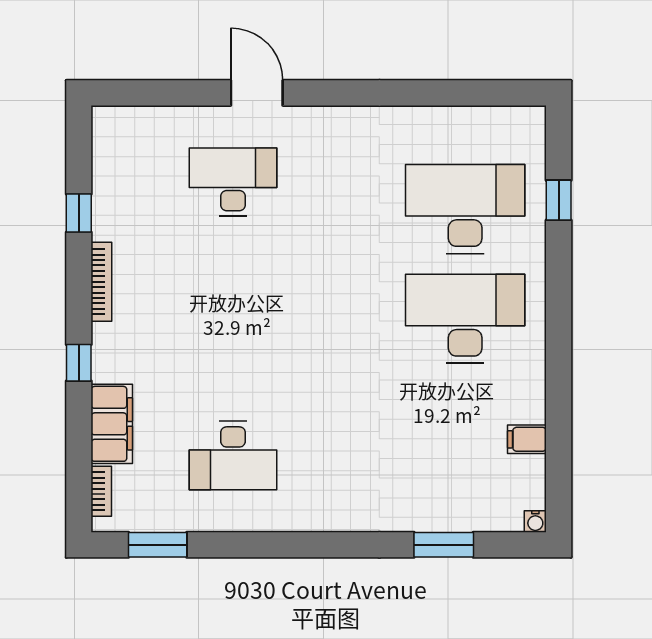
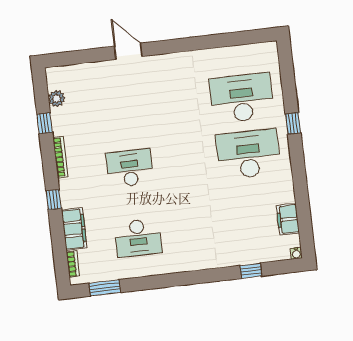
plant: (107, 168) -> (57, 99), added
desk: (233, 182) -> (130, 168), moved
window: (559, 200) -> (293, 123), moved
filing cabinet: (527, 439) -> (288, 219), width x2.00
window: (444, 545) -> (251, 271), width x0.67

